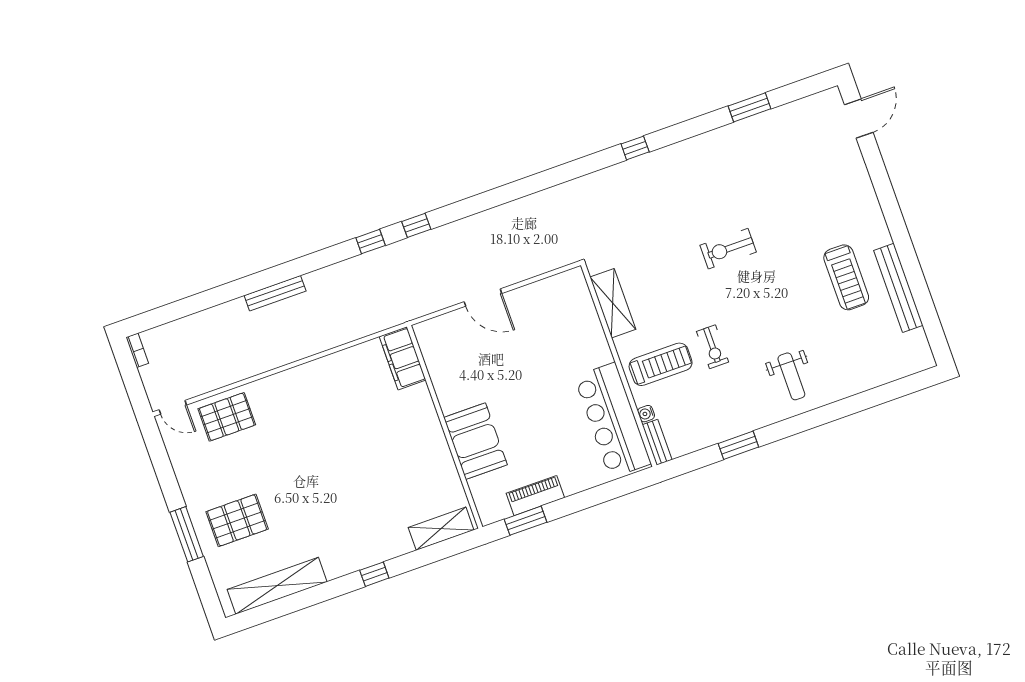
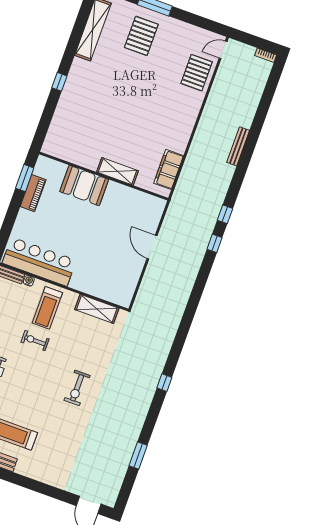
exercise bike: (728, 249) -> (77, 388), turned 180
door: (483, 298) -> (152, 247), hinge flipped
filing cabinet: (403, 358) -> (169, 169), moved, turned -90
shelving: (441, 529) -> (117, 171), moved, turned 90

